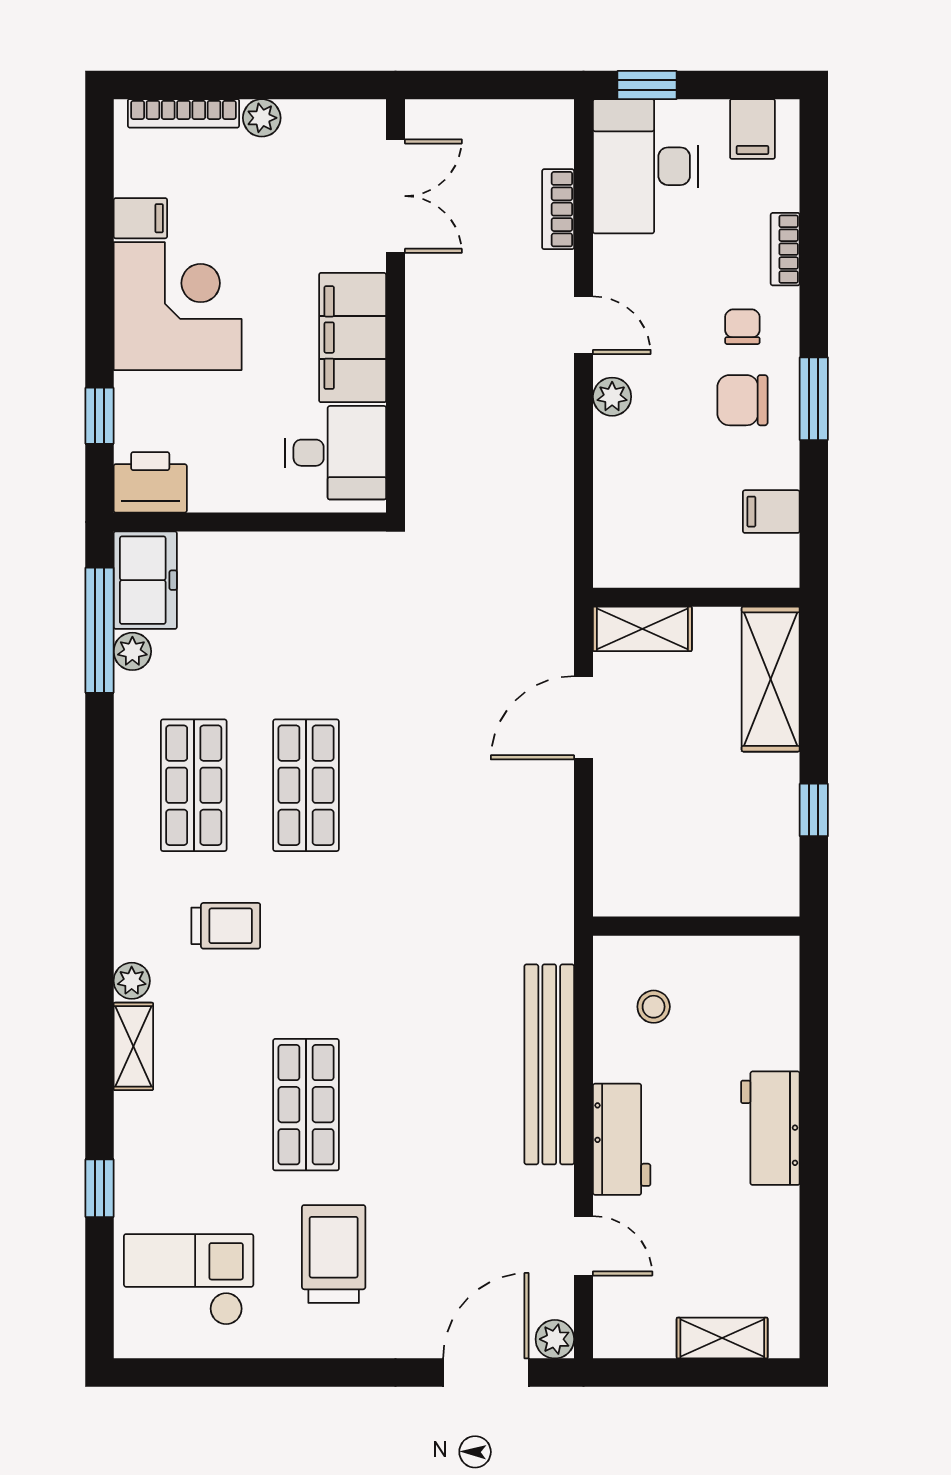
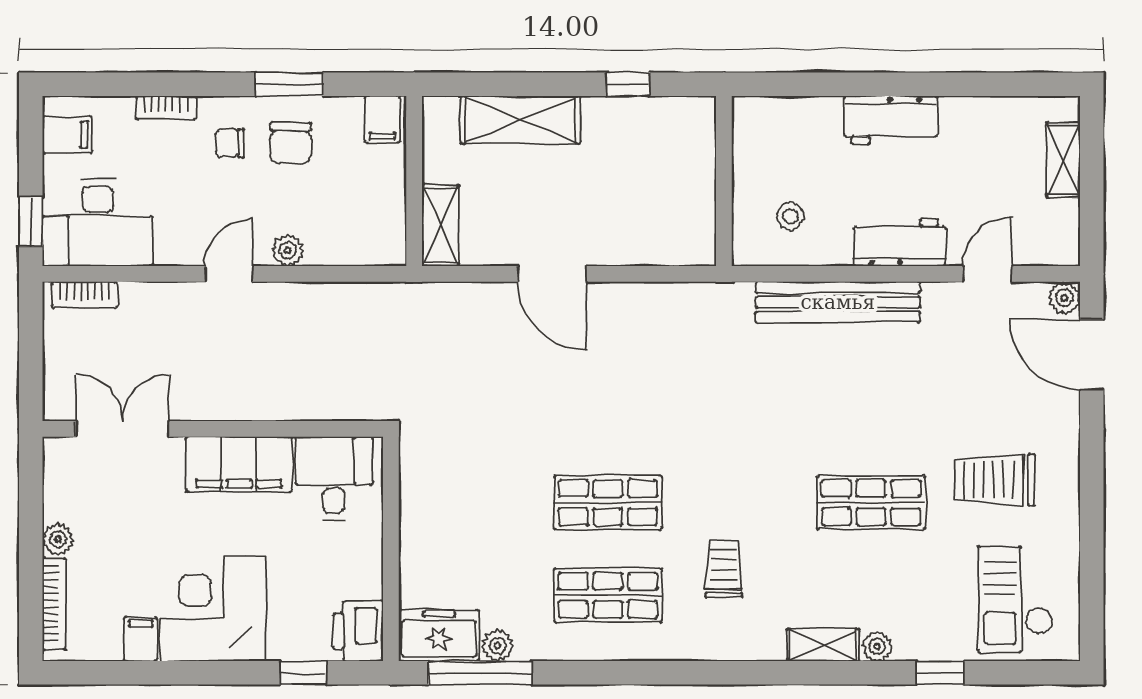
bookcase: (558, 209) -> (84, 295), moved
wall: (696, 597) -> (414, 181), moved
shelving: (642, 629) -> (440, 225), moved
plant: (132, 981) -> (877, 646), moved

